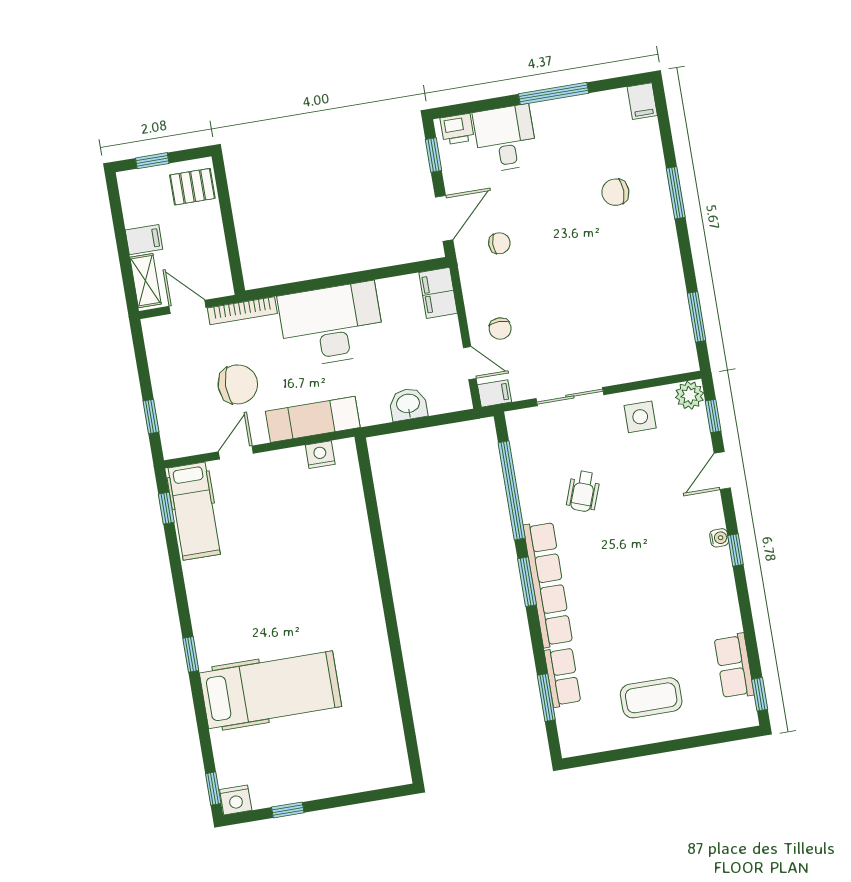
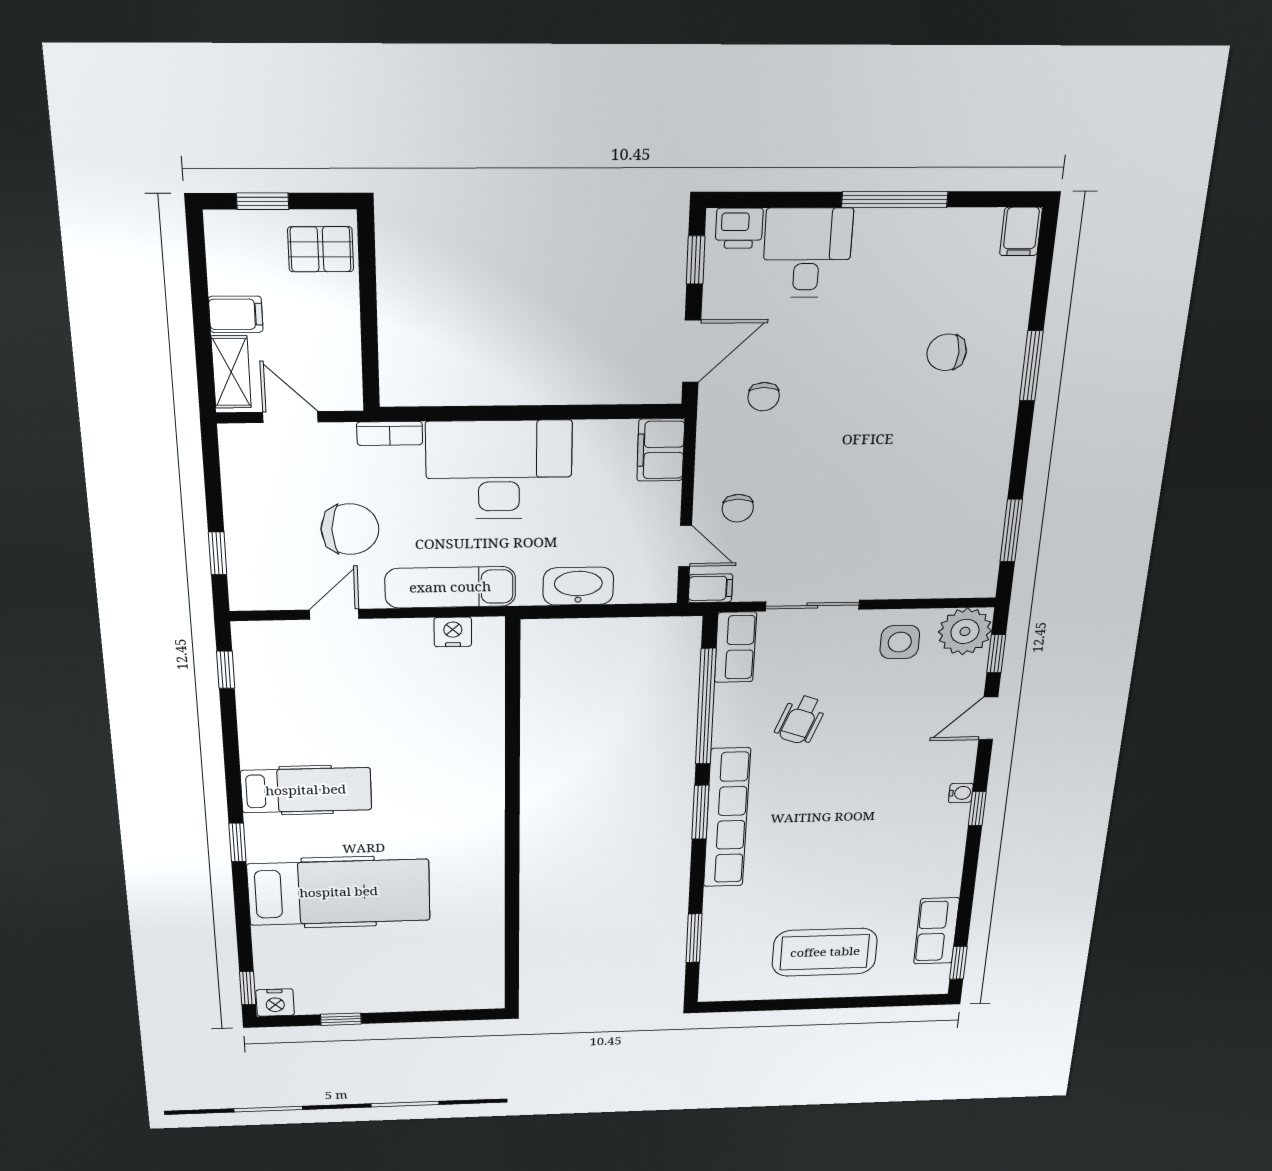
chair: (499, 243) -> (764, 397), turned 90
bookcase: (242, 311) -> (390, 433), width x0.64
plant: (690, 395) -> (965, 631), width x1.36, depth x1.36
washbasin: (408, 404) -> (578, 586), width x1.38
hospital bed: (194, 511) -> (306, 790), moved, turned -90
row of seats: (562, 677) -> (735, 647), moved
coffee table: (651, 698) -> (825, 952), width x1.36, depth x1.32

